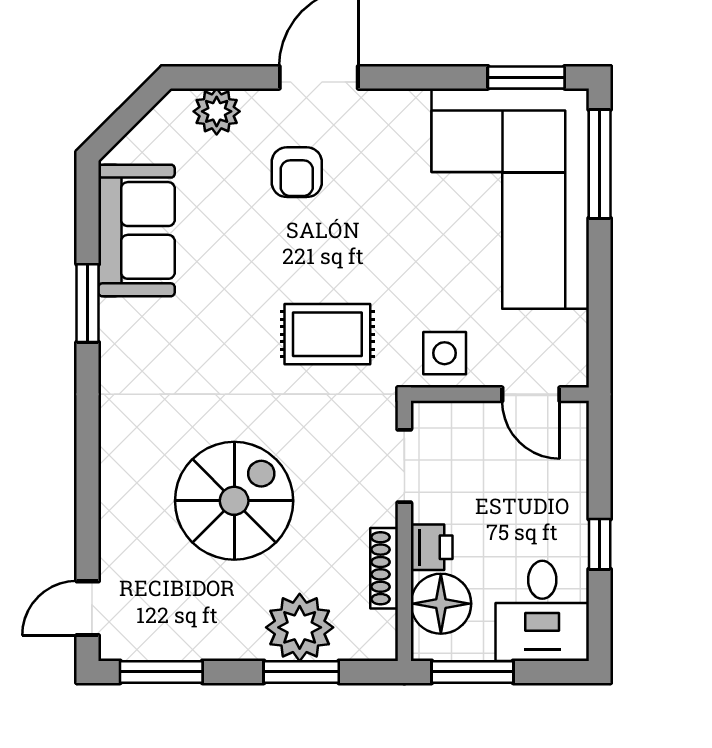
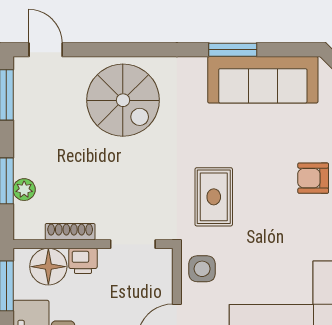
sofa: (137, 230) -> (263, 80), width x1.36
spiral stairs: (234, 501) -> (123, 100), moved
plant: (300, 627) -> (24, 190), width x0.53, depth x0.53

